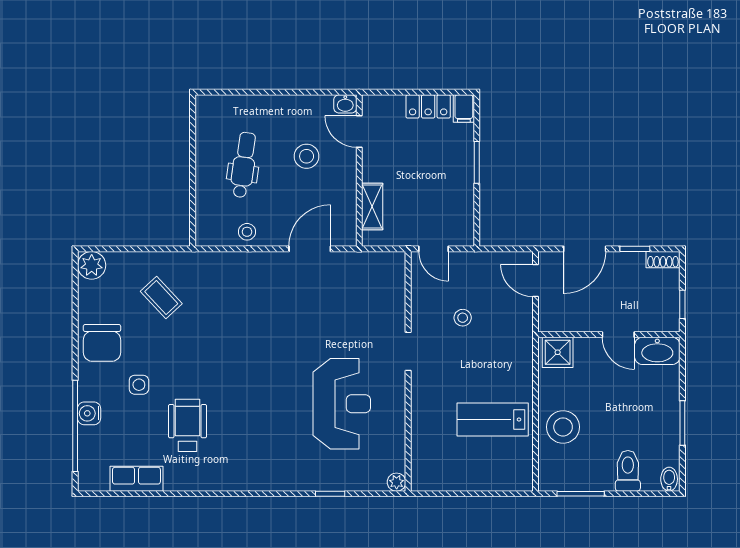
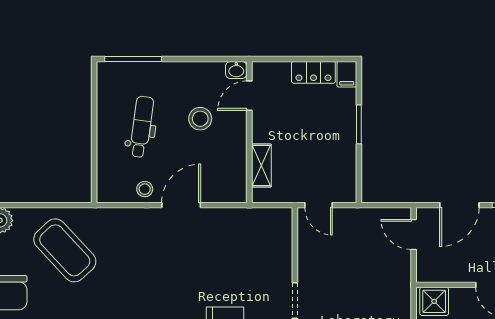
window: (235, 92) -> (133, 59), added
door: (359, 132) -> (249, 96), hinge flipped
door: (310, 249) -> (181, 205), moved
coffee table: (161, 298) -> (65, 250), width x1.86, depth x1.72
stool: (463, 318) -> (346, 269), removed

